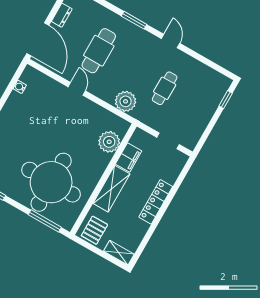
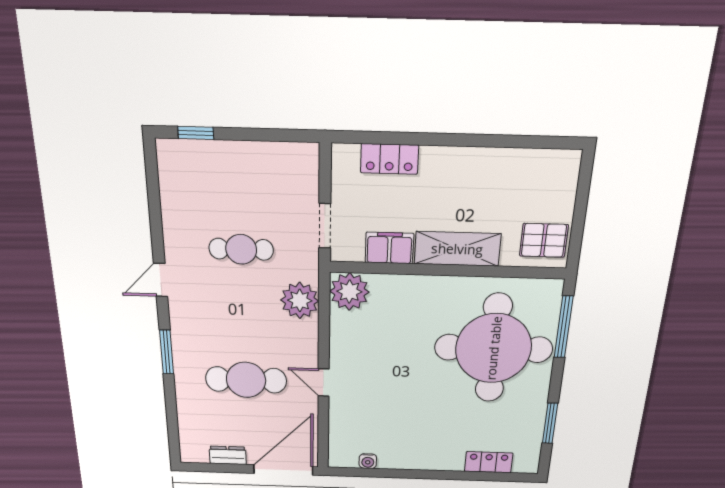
door: (77, 89) -> (324, 383), hinge flipped
doorway: (168, 141) -> (325, 226), moved
plant: (109, 142) -> (349, 292), moved
locker: (156, 202) -> (389, 159), moved, width x0.66
shelving: (119, 253) -> (566, 178), removed

